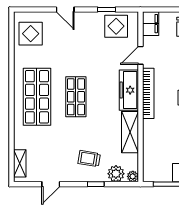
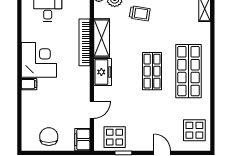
freezer: (129, 90) -> (103, 72), width x0.71
bookcase: (148, 93) -> (84, 42), moved

